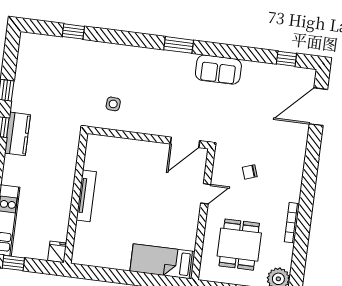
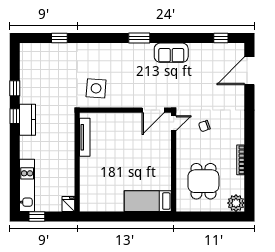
side table: (113, 104) -> (96, 88), width x1.87, depth x1.87
door: (206, 194) -> (174, 123), moved
tv unit: (86, 196) -> (85, 137), moved

